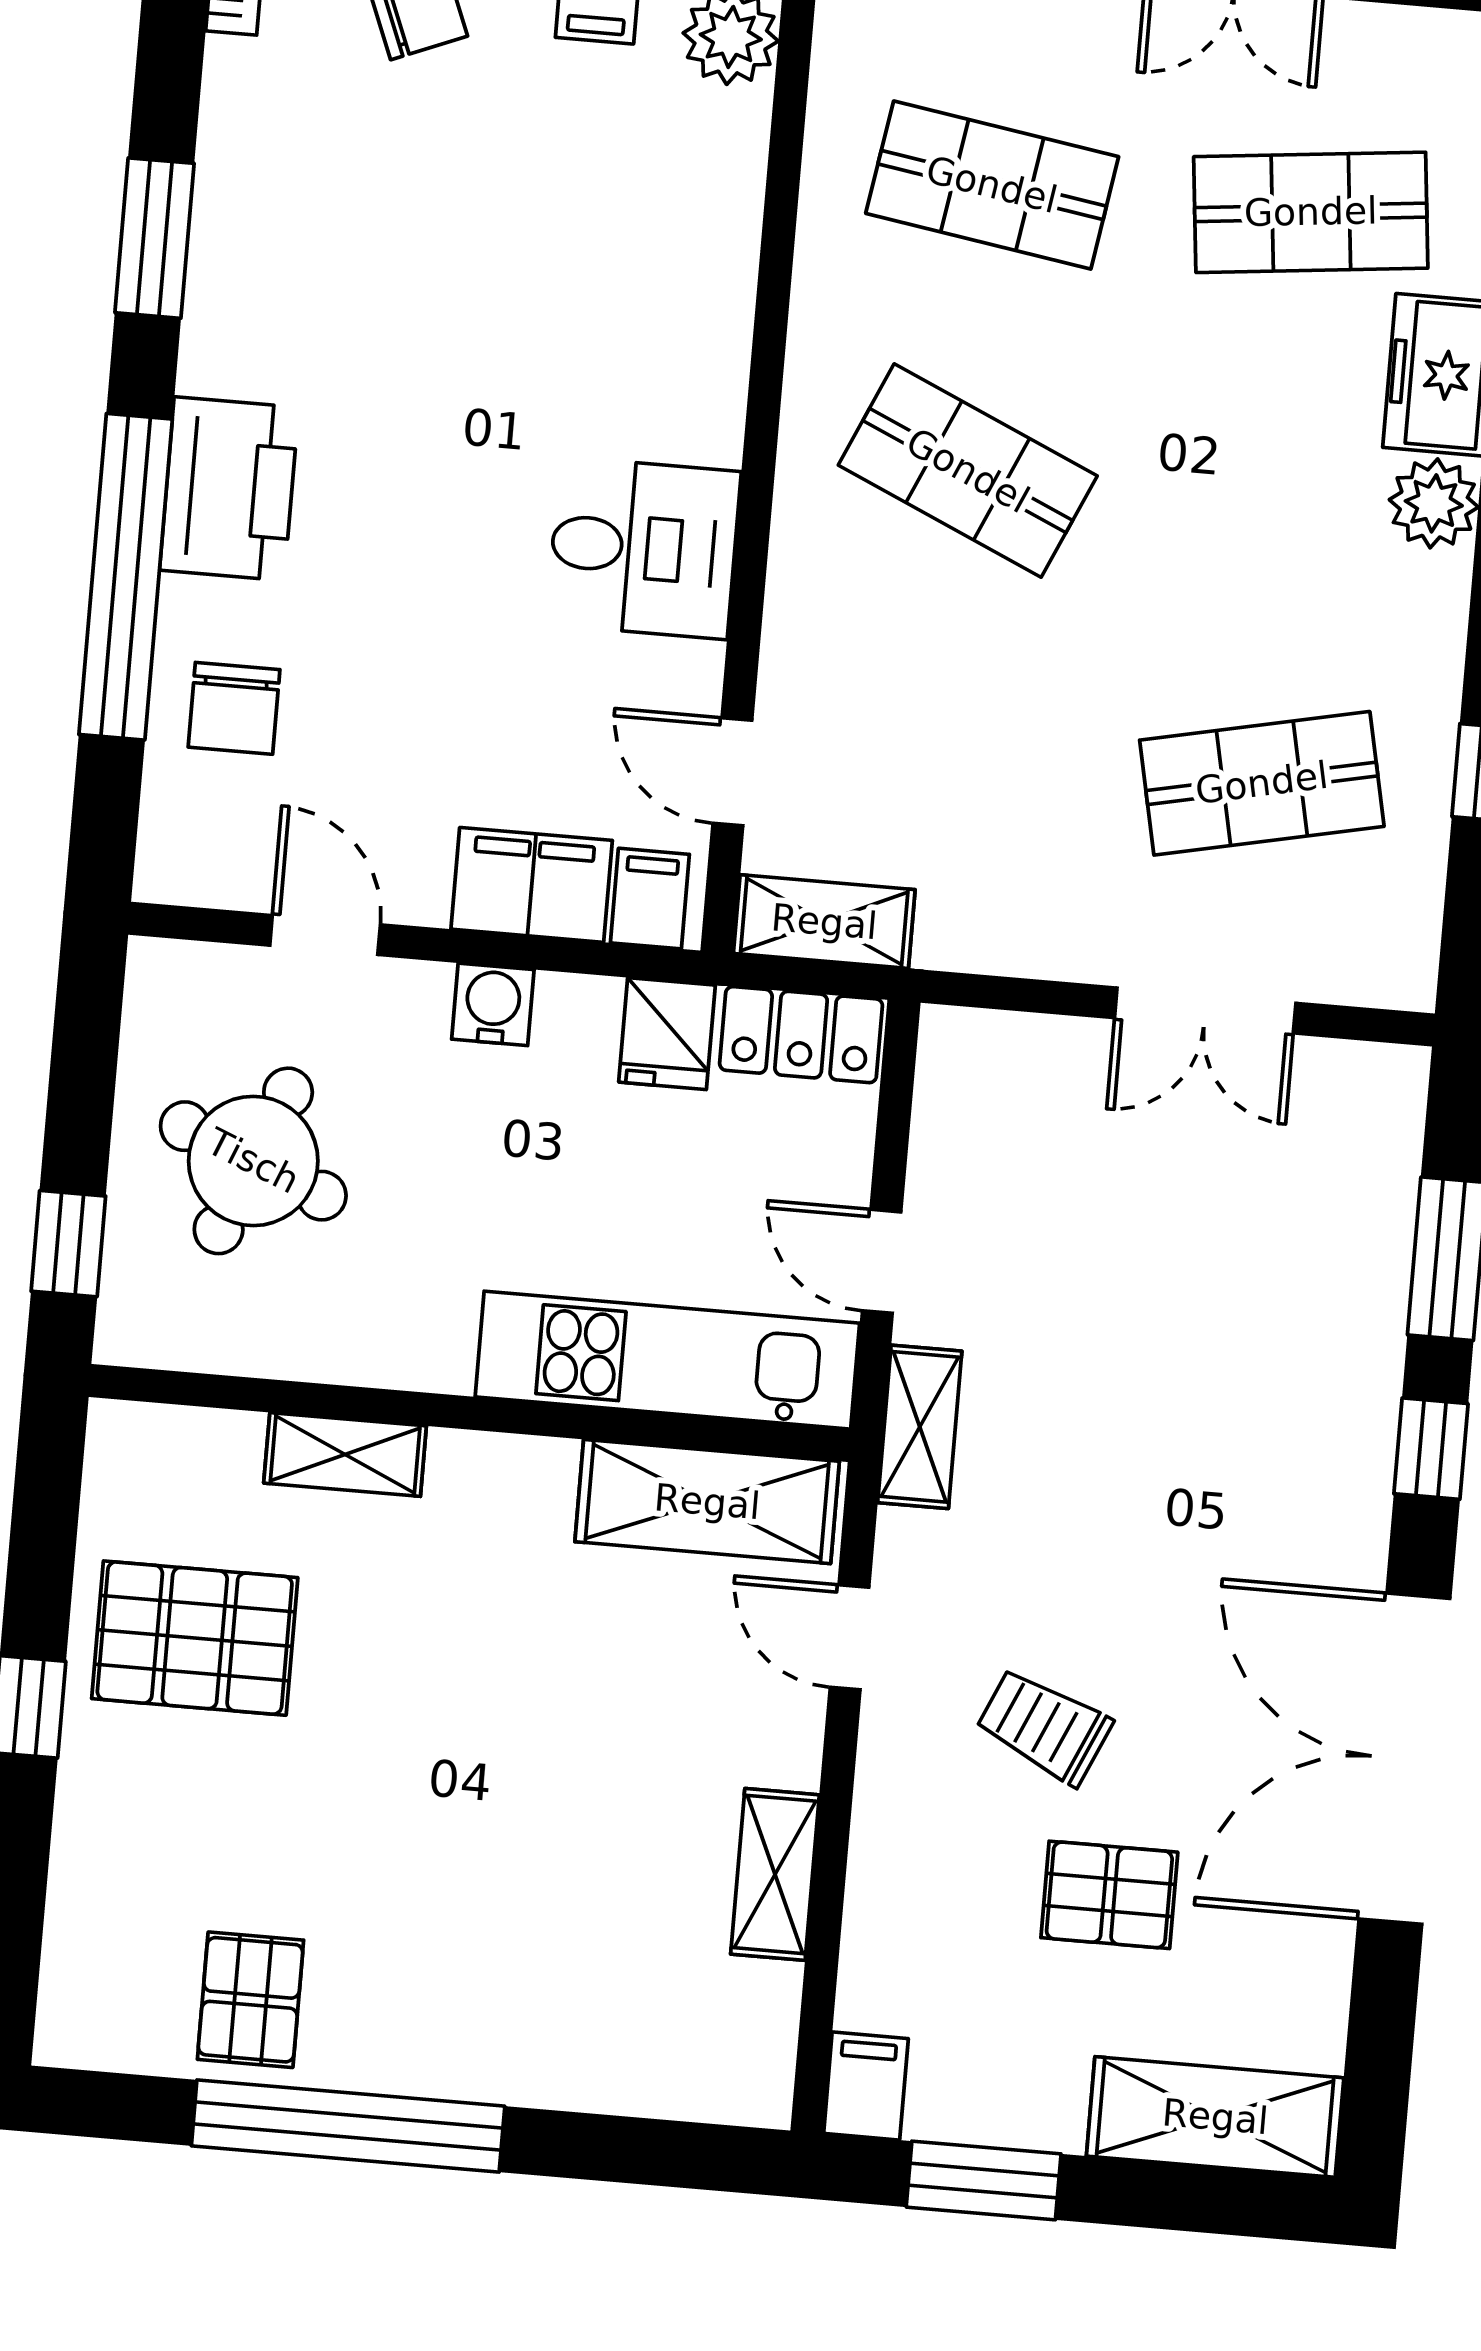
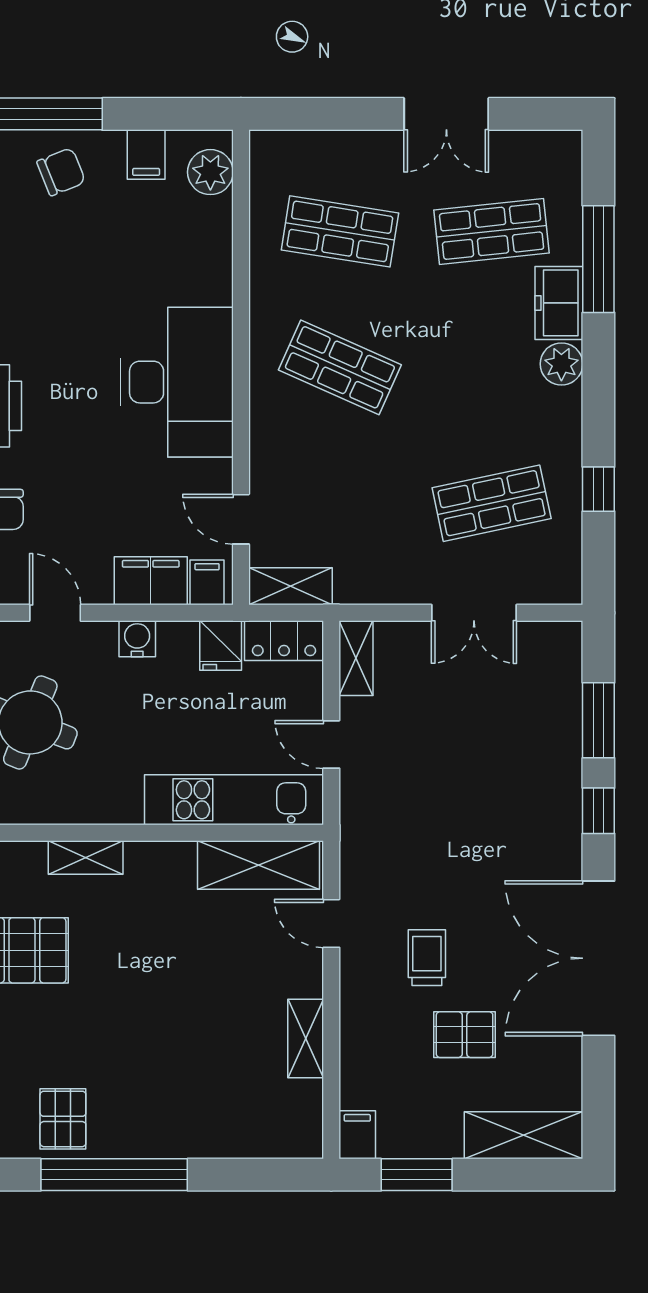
desk: (644, 548) -> (177, 382), width x1.87, depth x1.30
shelving: (920, 1427) -> (356, 658), moved
trolley: (1044, 1726) -> (427, 958), turned 66

